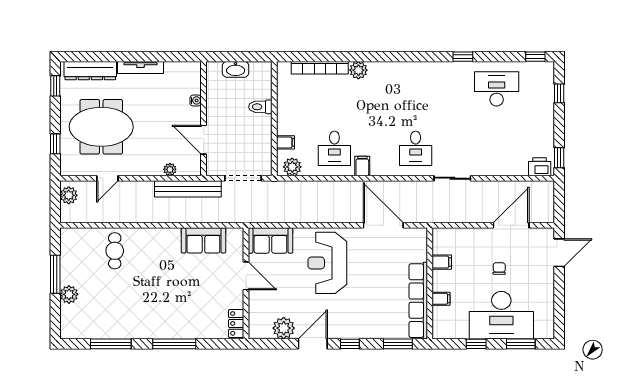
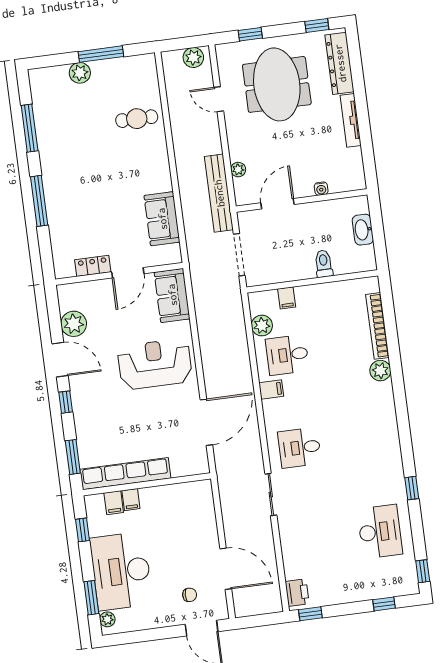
plant: (292, 167) -> (262, 326), moved
filing cabinet: (442, 262) -> (114, 503), moved
chair: (499, 269) -> (190, 595), moved
locker: (236, 323) -> (93, 266), moved
plant: (541, 333) -> (107, 619), added
window: (476, 344) -> (82, 530), moved

